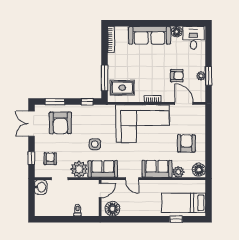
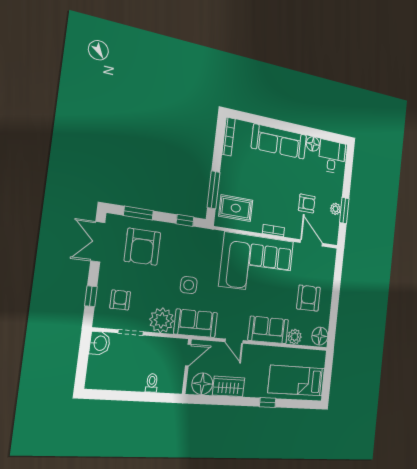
wardrobe: (132, 210) -> (229, 386), added
window: (176, 219) -> (268, 402), moved

